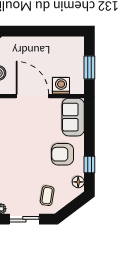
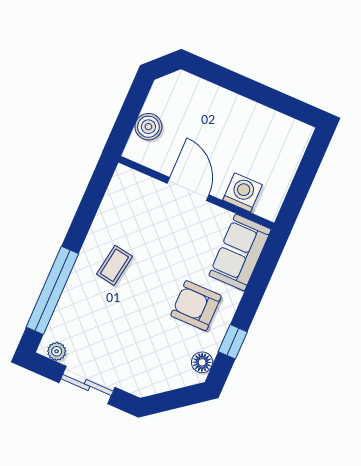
window: (89, 67) -> (302, 183), removed
door: (32, 96) -> (188, 189), width x0.73
coffee table: (47, 196) -> (114, 265), moved

